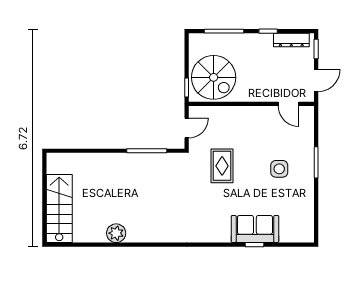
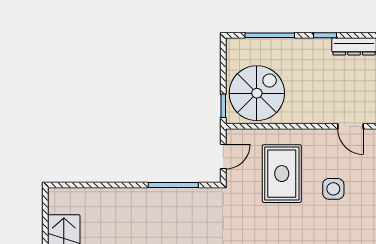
spiral stairs: (214, 77) -> (257, 93), turned -90
rug: (222, 166) -> (282, 174), moved, width x1.36, depth x1.43
side table: (279, 169) -> (333, 189), moved

